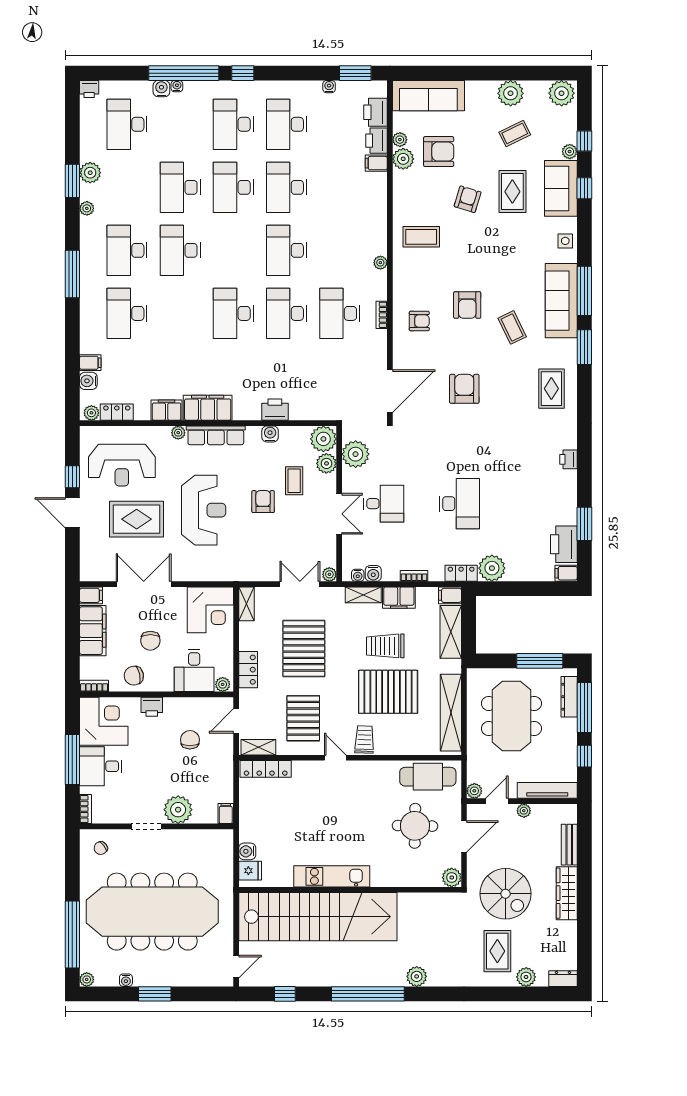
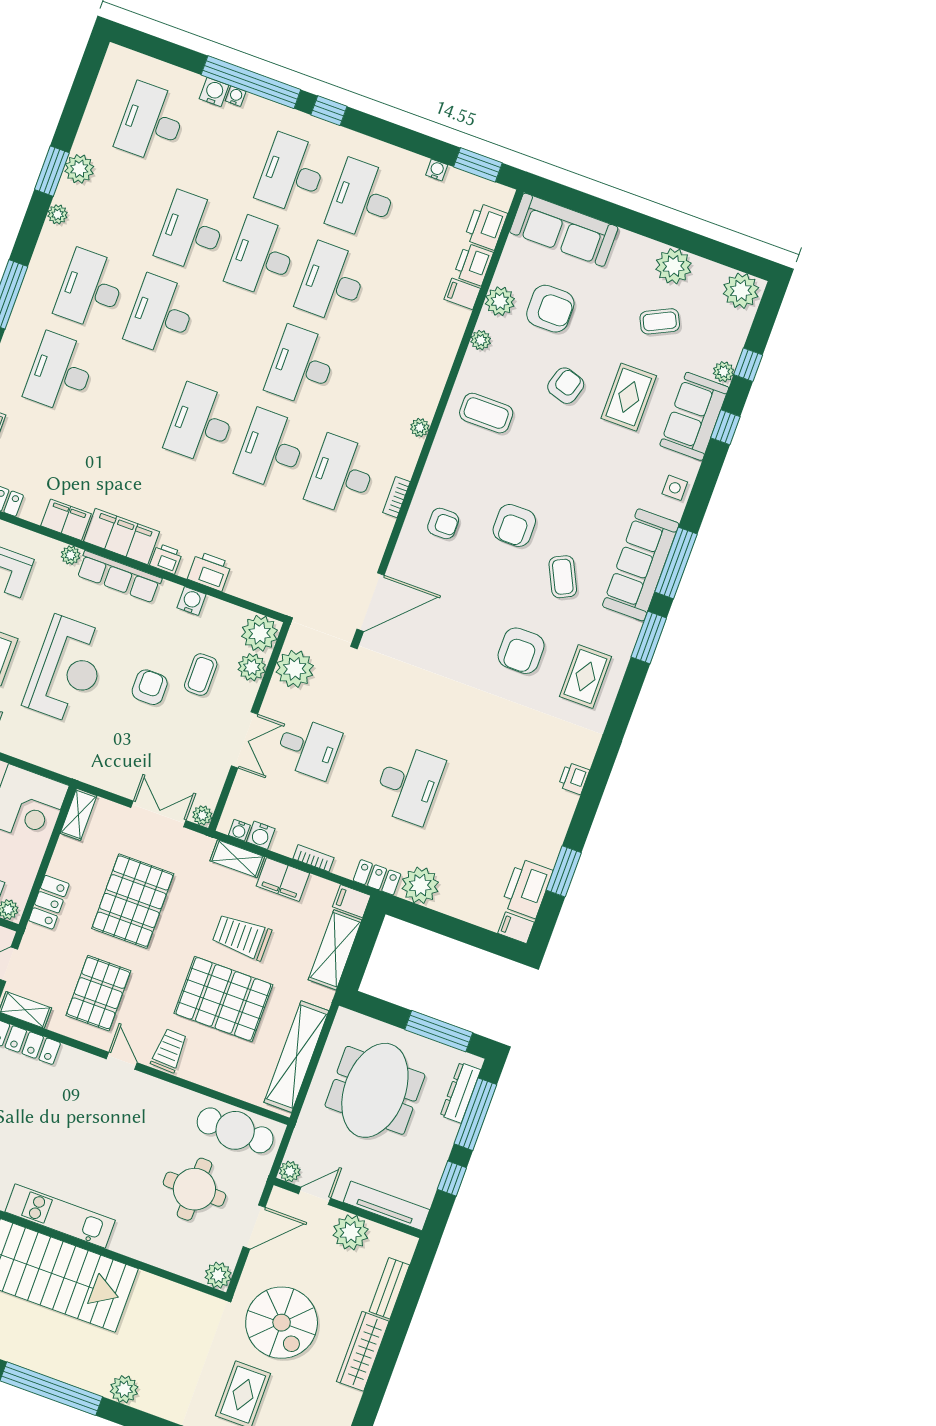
printer: (89, 89) -> (166, 559), moved, turned 180
plant: (400, 140) -> (481, 340), moved
armchair: (464, 389) -> (521, 651), moved, turned 180
plant: (524, 811) -> (351, 1232), width x1.88, depth x1.88

